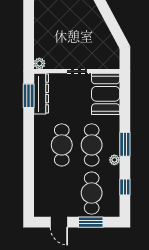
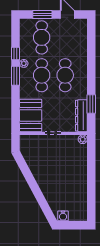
window: (29, 96) -> (91, 104), moved
window: (125, 187) -> (16, 53), moved

